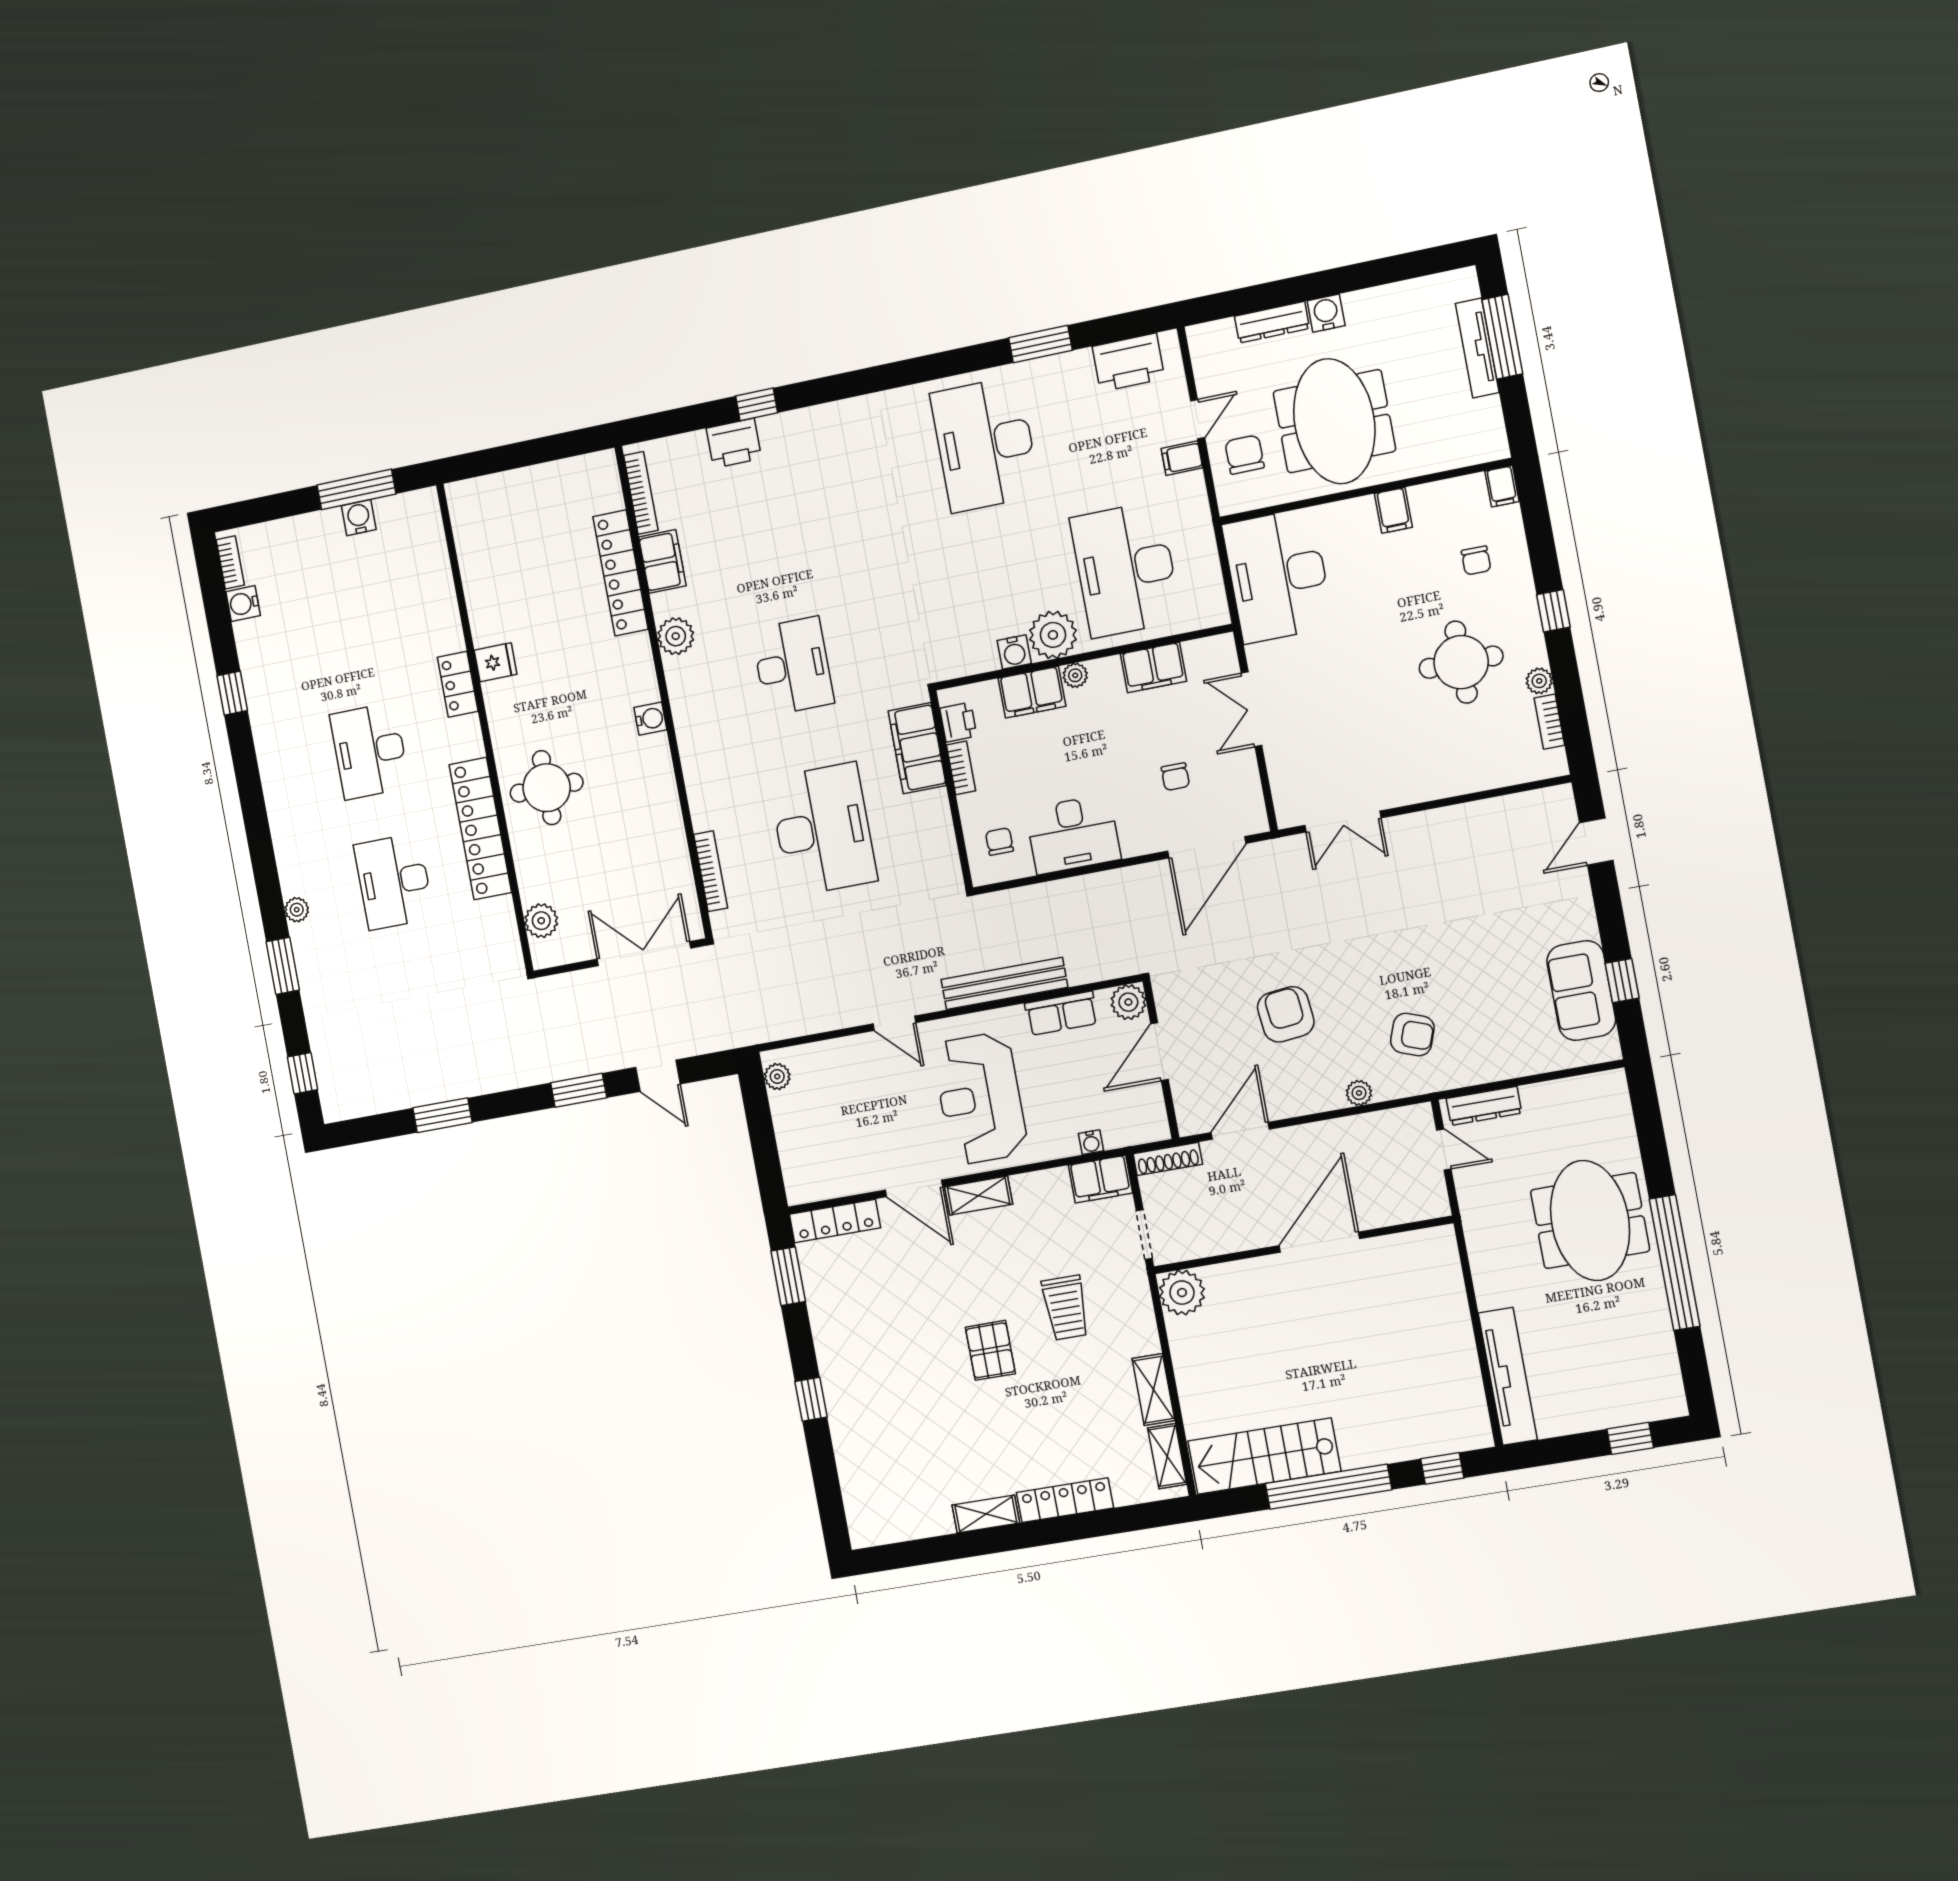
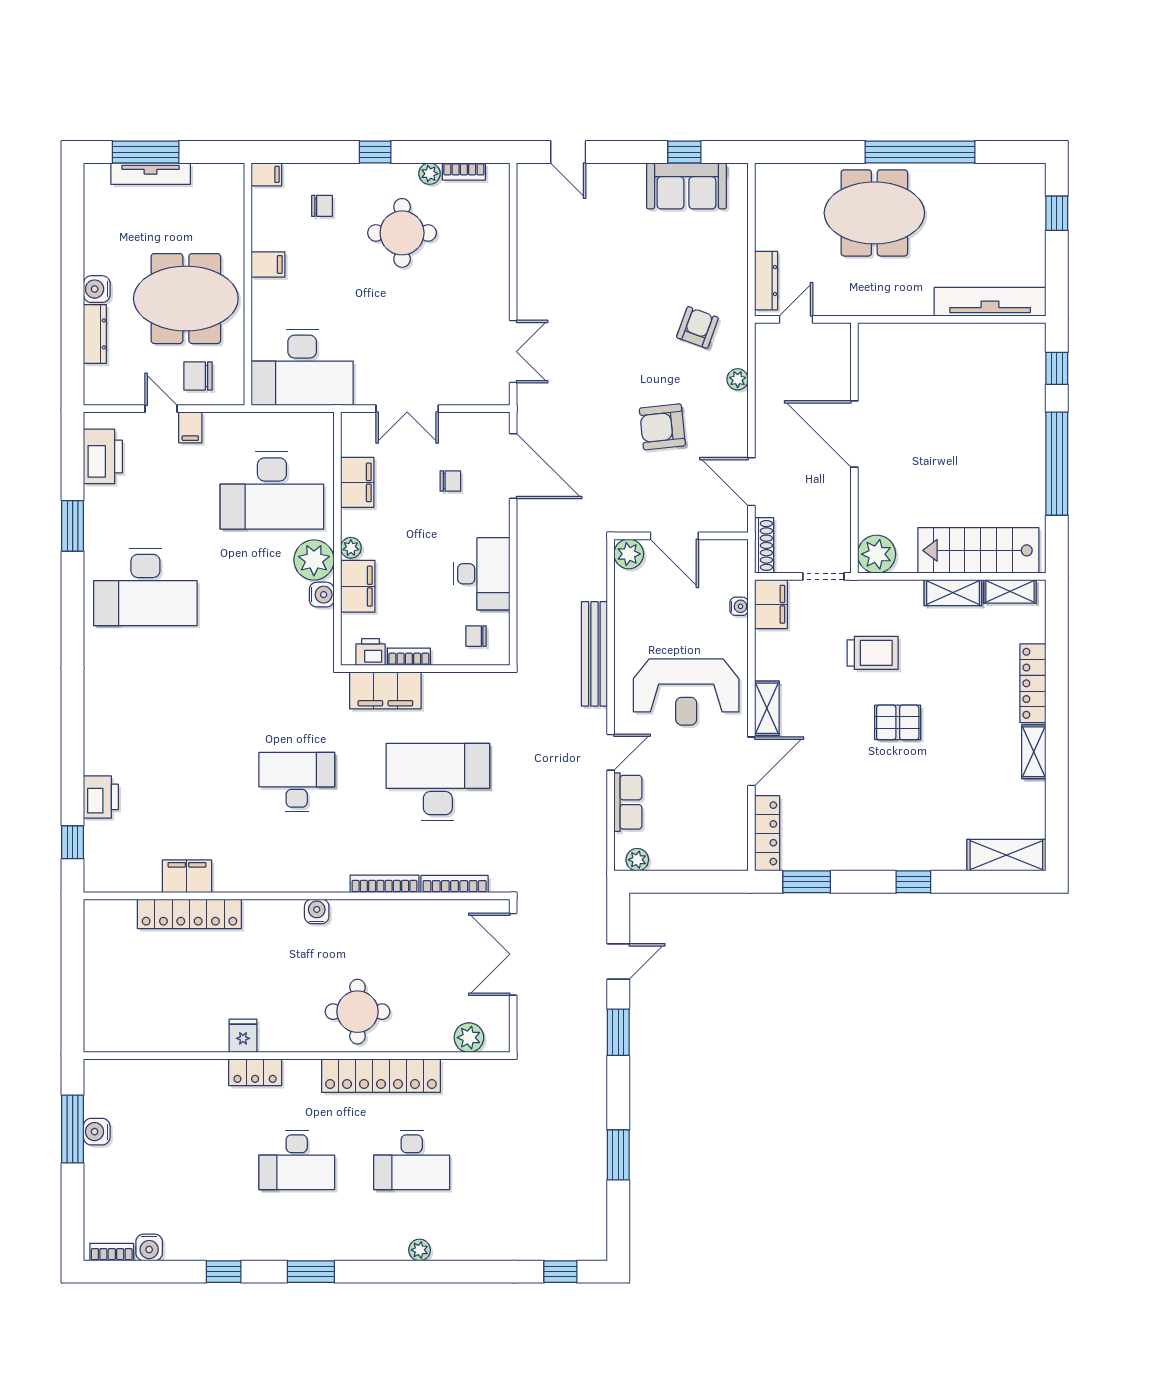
window: (757, 404) -> (73, 842), moved
bookcase: (641, 493) -> (384, 884), moved
plant: (676, 636) -> (252, 877), removed
window: (283, 966) -> (311, 1272), moved
row of seats: (1061, 1013) -> (628, 802), moved
stairs: (1264, 1456) -> (978, 550), moved, turned 90
shelving: (861, 1502) -> (1006, 855), added

